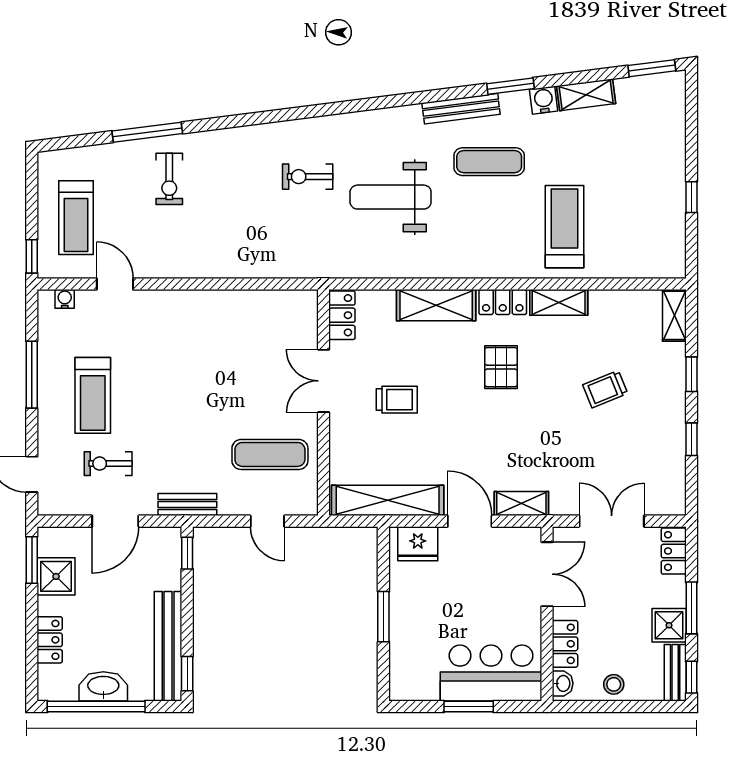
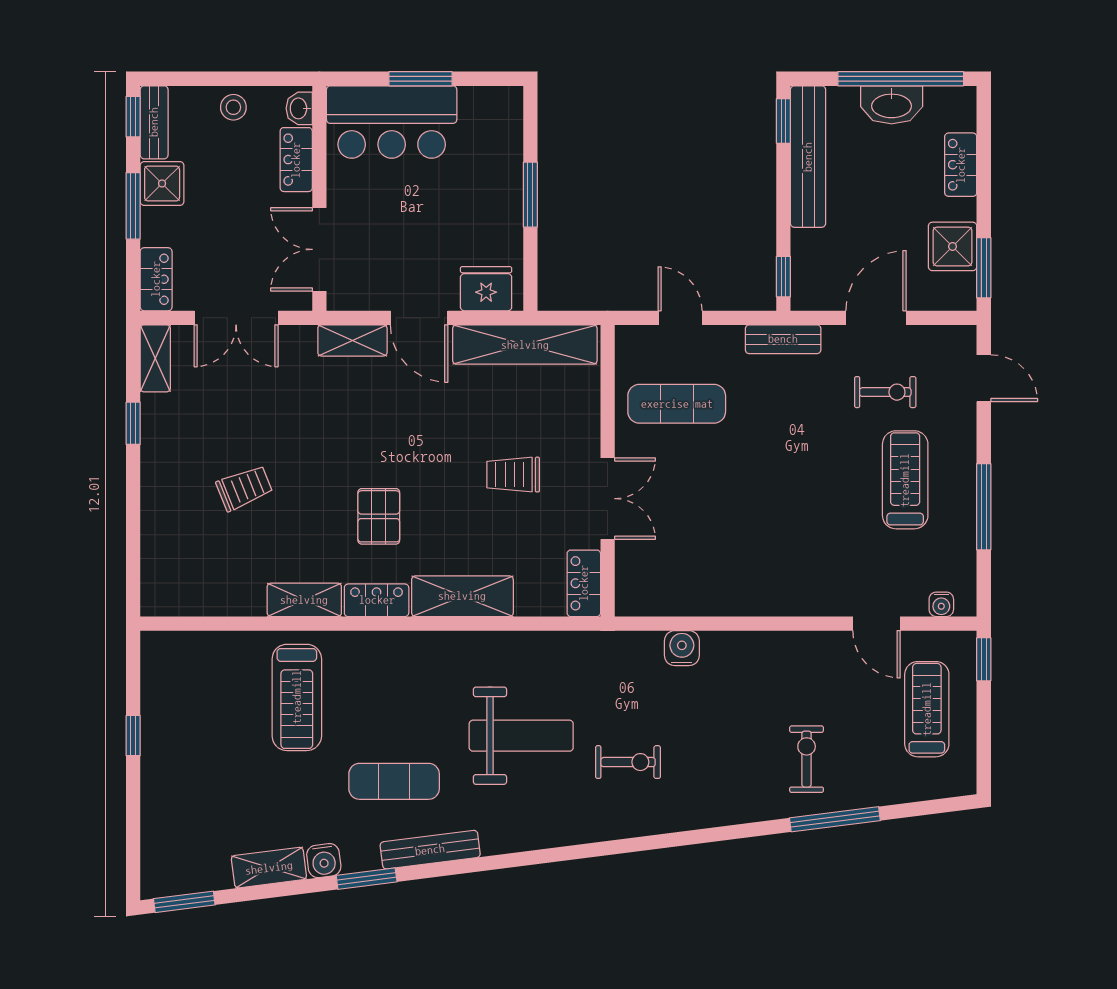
water cooler: (266, 265) -> (682, 648), added
shelving: (674, 315) -> (155, 358), moved
window: (691, 374) -> (133, 507), removed

